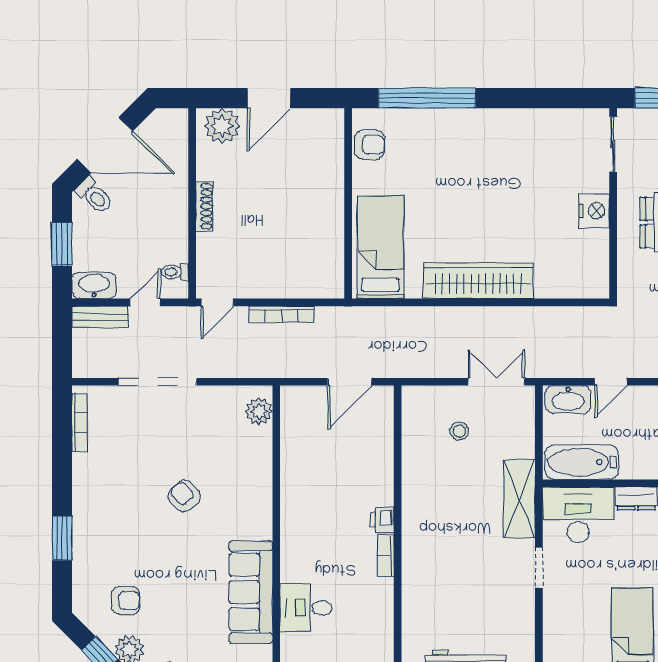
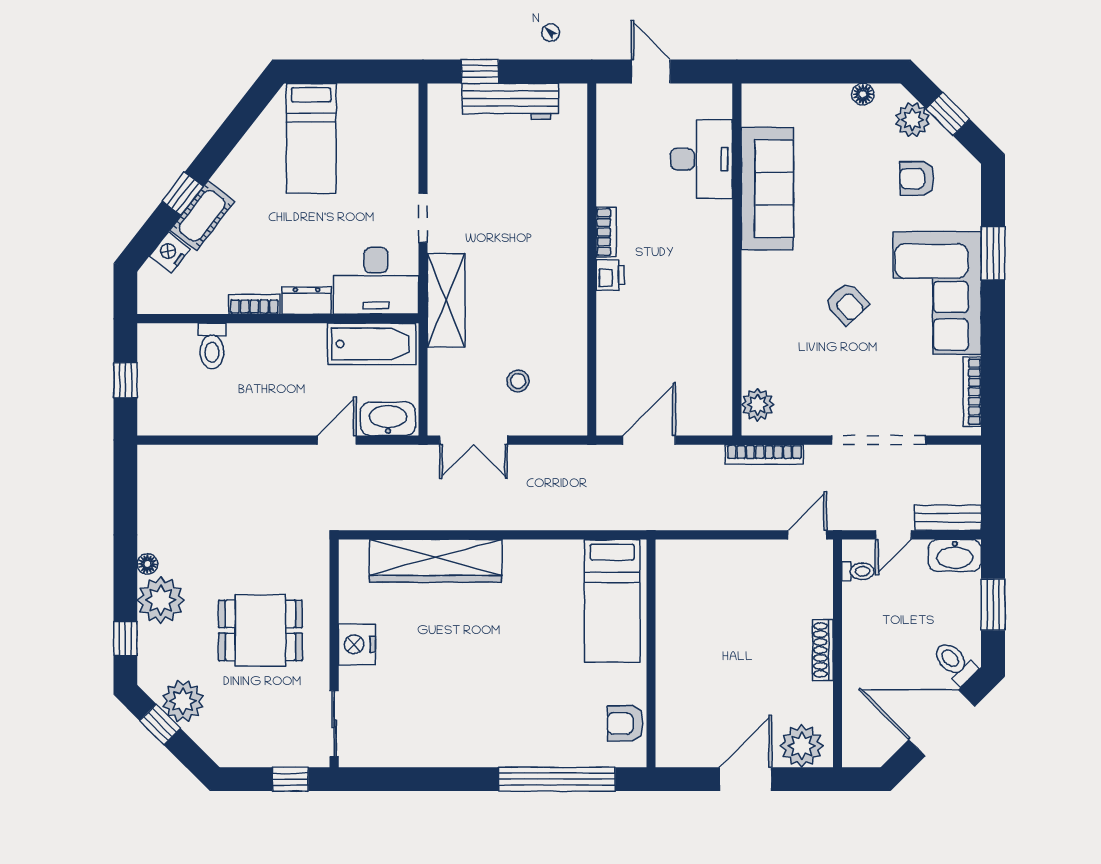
wardrobe: (478, 281) -> (436, 561), moved
bookcase: (282, 314) -> (764, 454), moved, turned 180
corner sofa: (109, 505) -> (937, 293), added
desk: (306, 608) -> (701, 159), width x1.37

